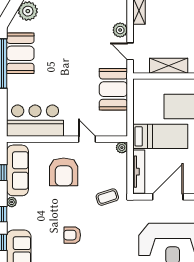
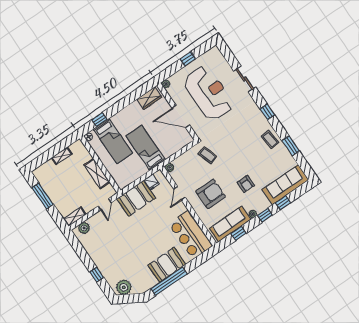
plant: (120, 30) -> (84, 228), moved
booth: (20, 53) -> (167, 265), moved
fridge: (119, 118) -> (152, 182), added
tv unit: (139, 172) -> (178, 146), removed
armchair: (72, 235) -> (246, 184), moved

